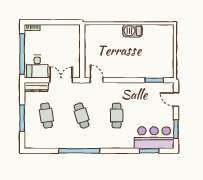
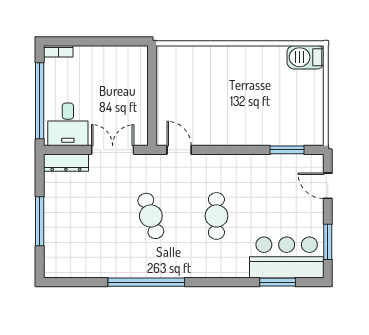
barbecue: (133, 31) -> (305, 57), moved
cafe table: (46, 115) -> (85, 216), removed

